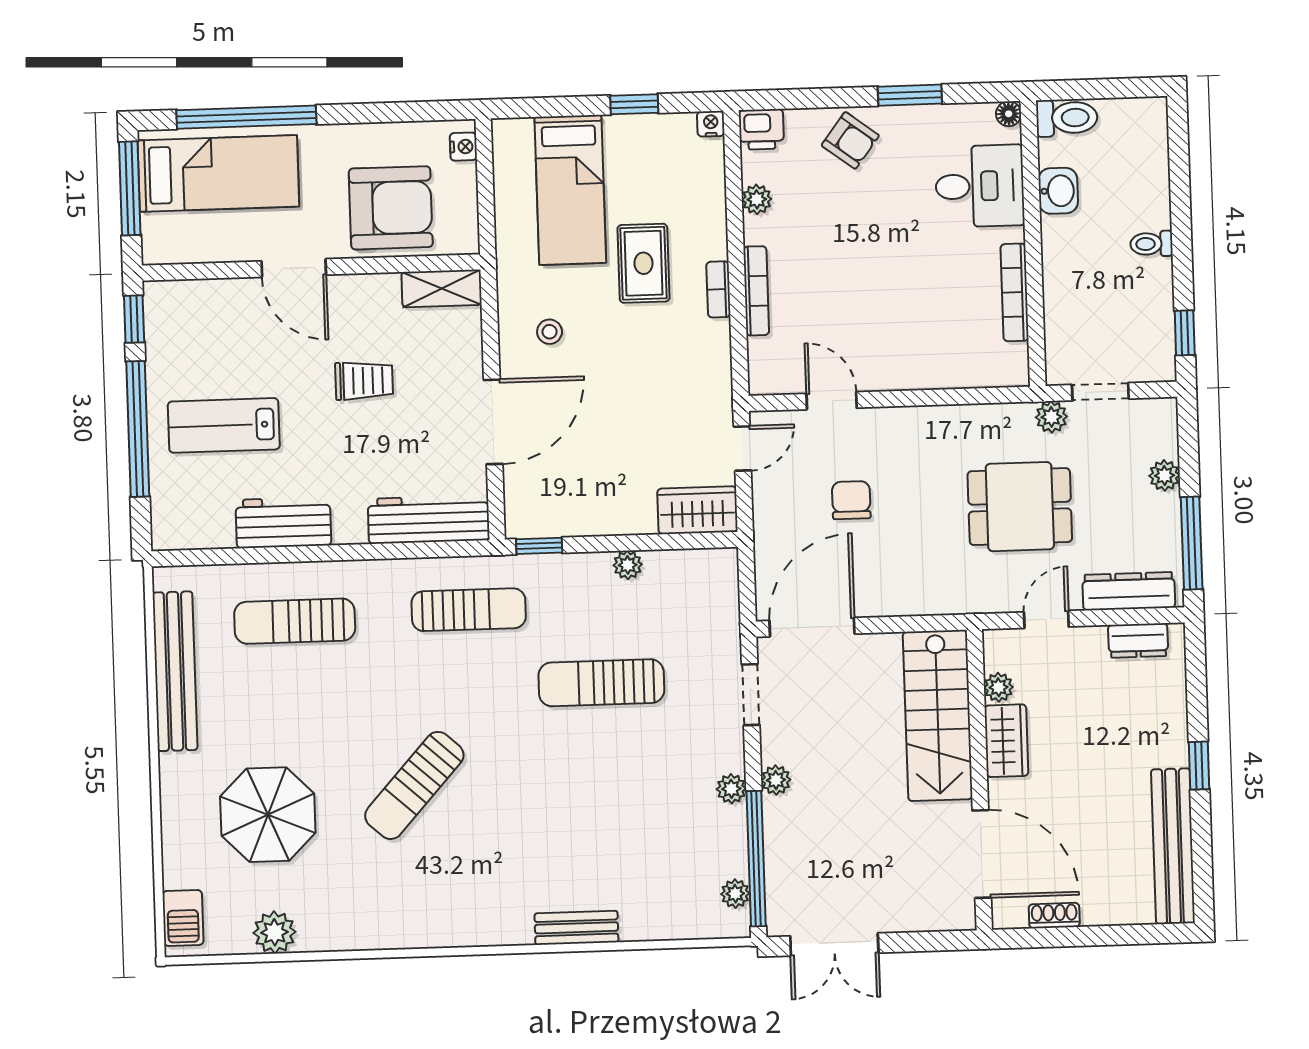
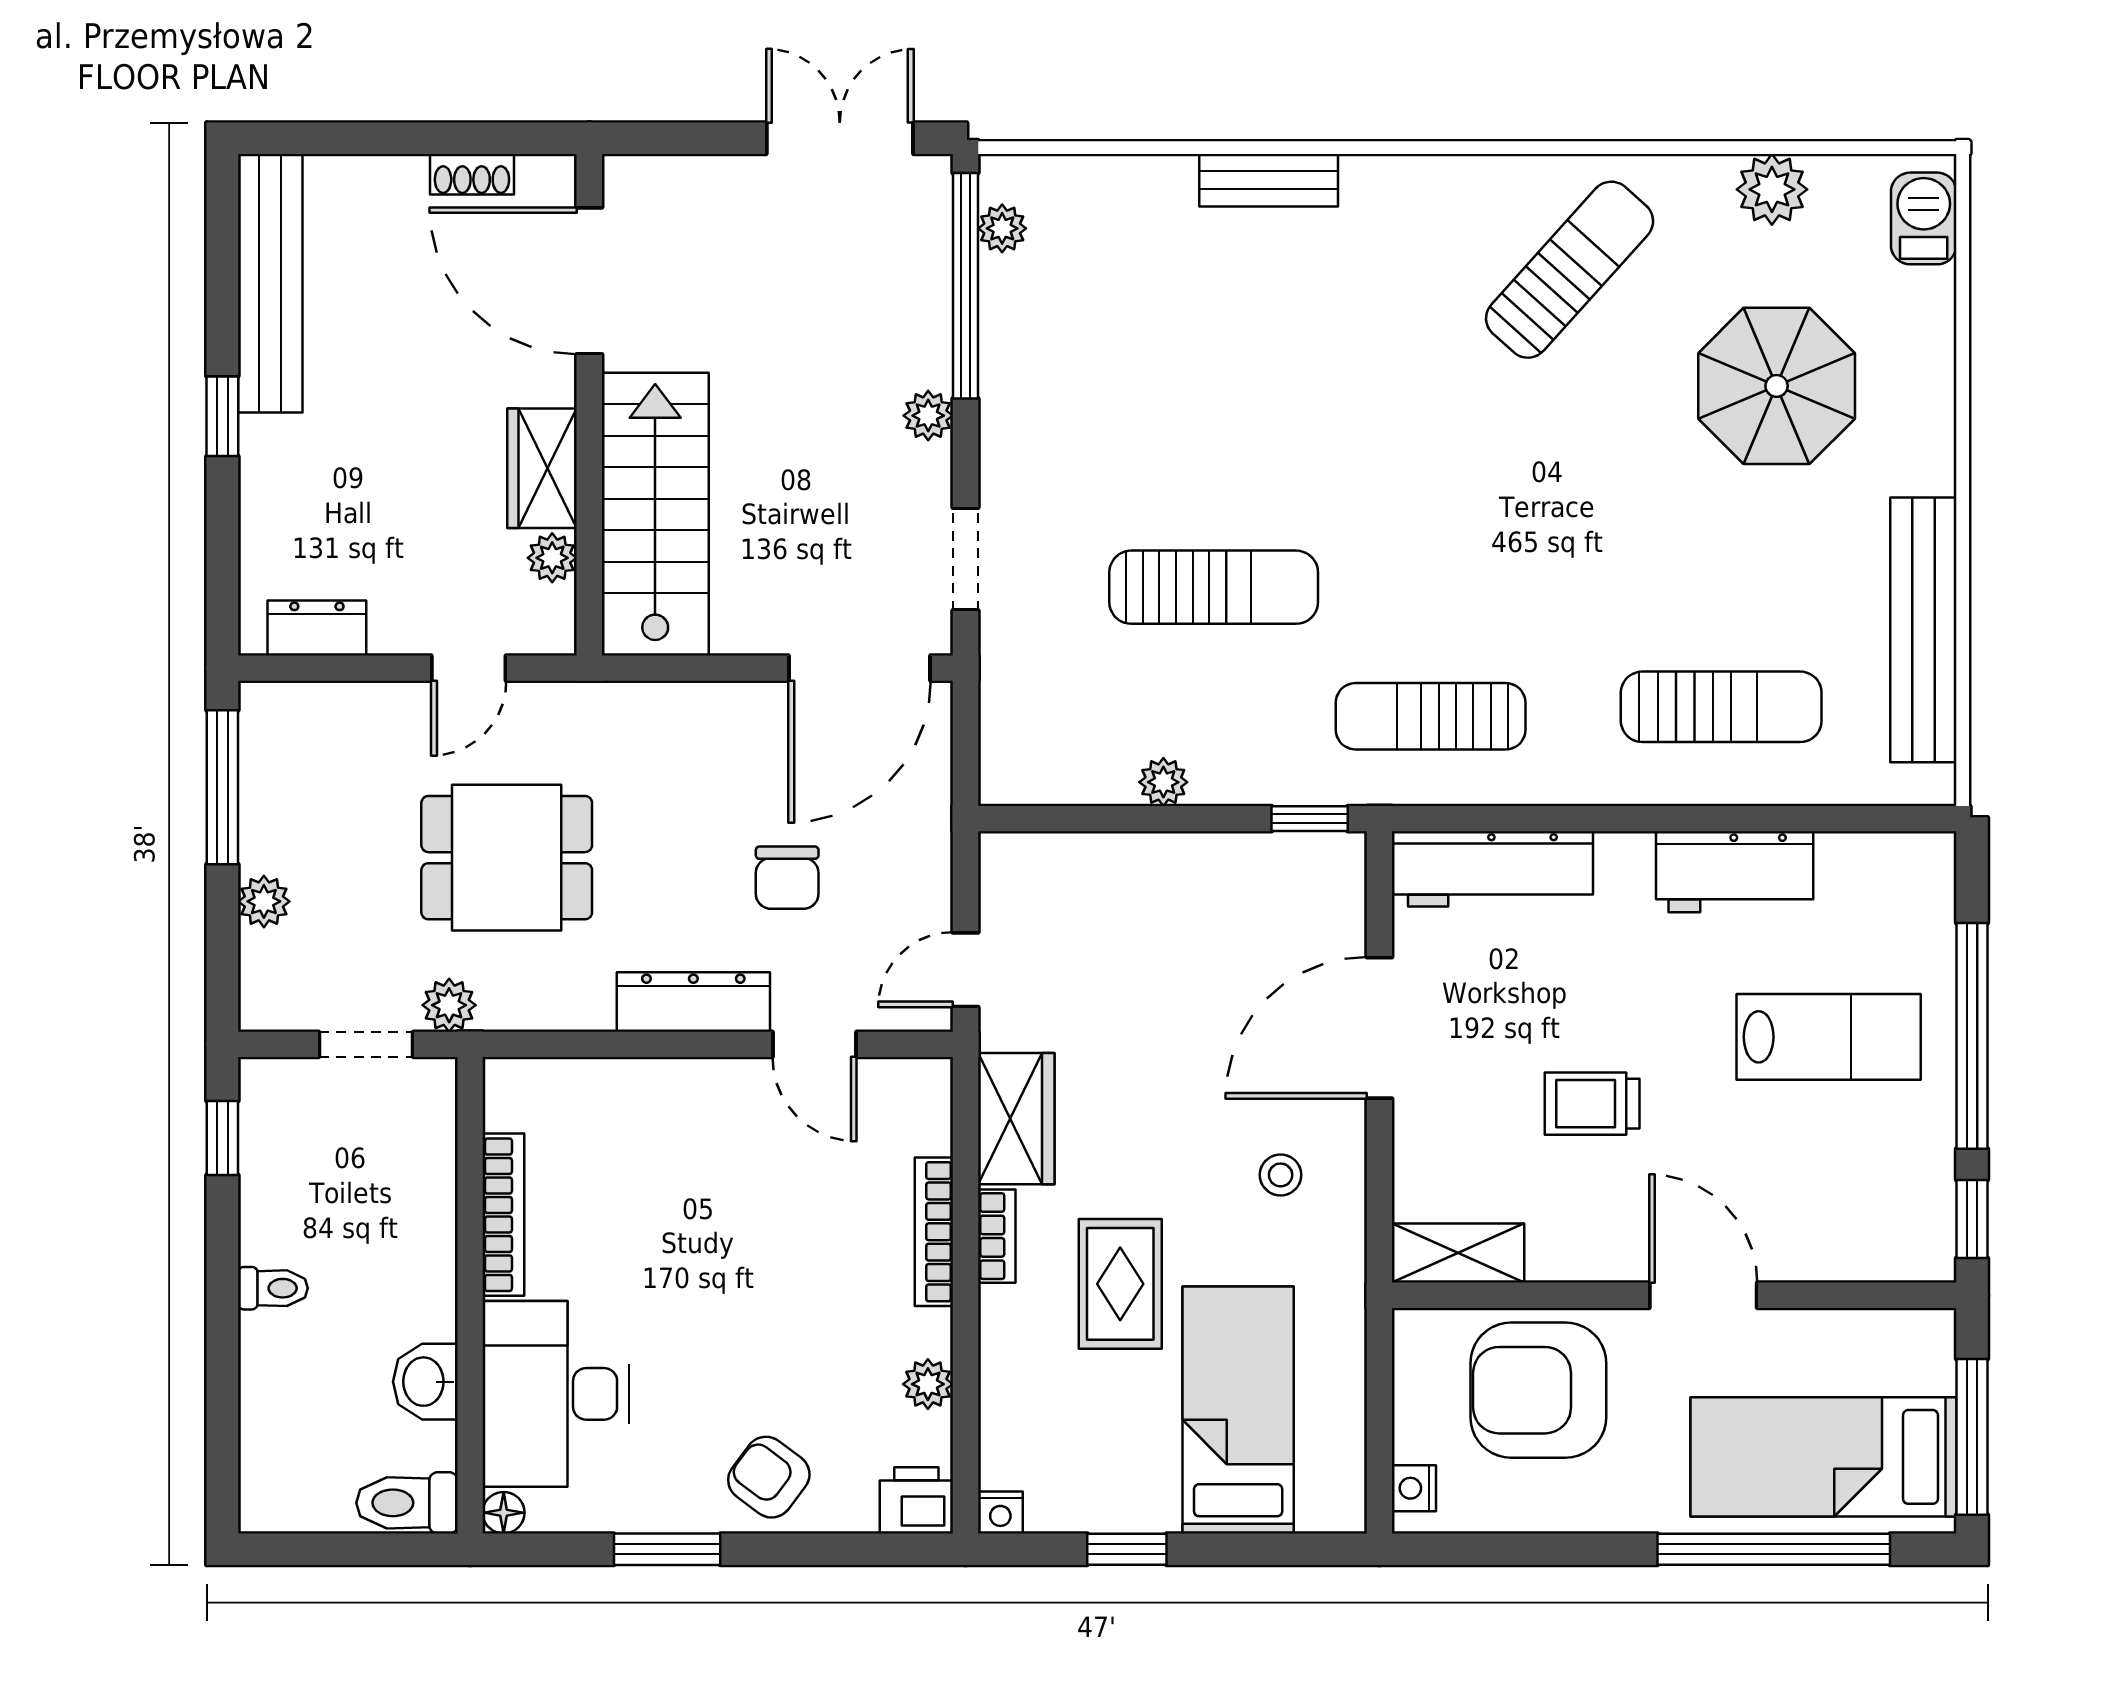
desk: (980, 186) -> (556, 1394), width x1.37
wardrobe: (697, 510) -> (1016, 1119), moved, turned -90
dresser: (1129, 591) -> (693, 1002), moved, turned 180
sun lounger: (414, 785) -> (1570, 270), moved
plant: (731, 789) -> (1003, 403), removed

